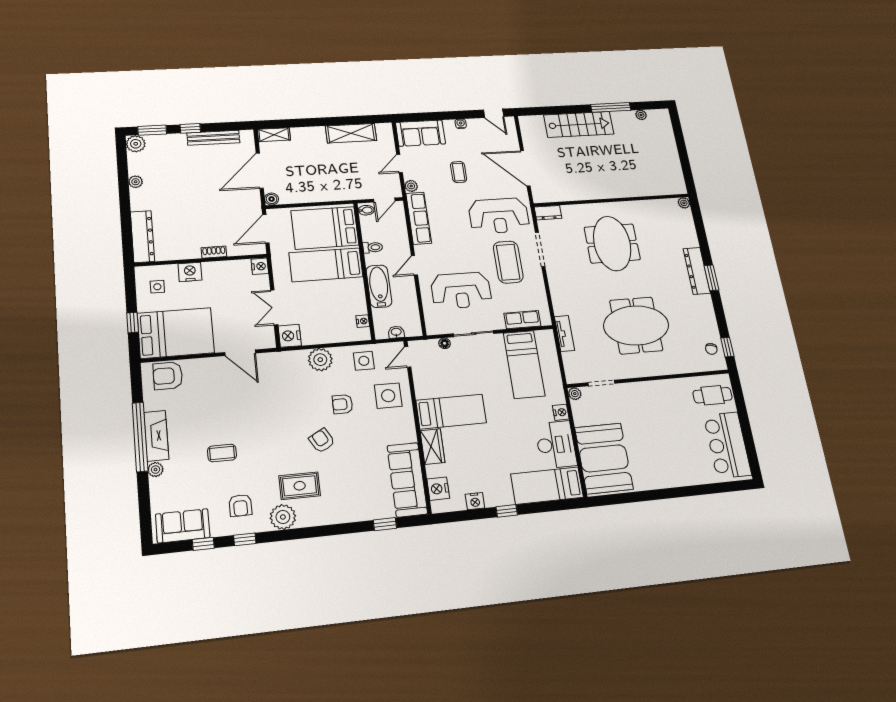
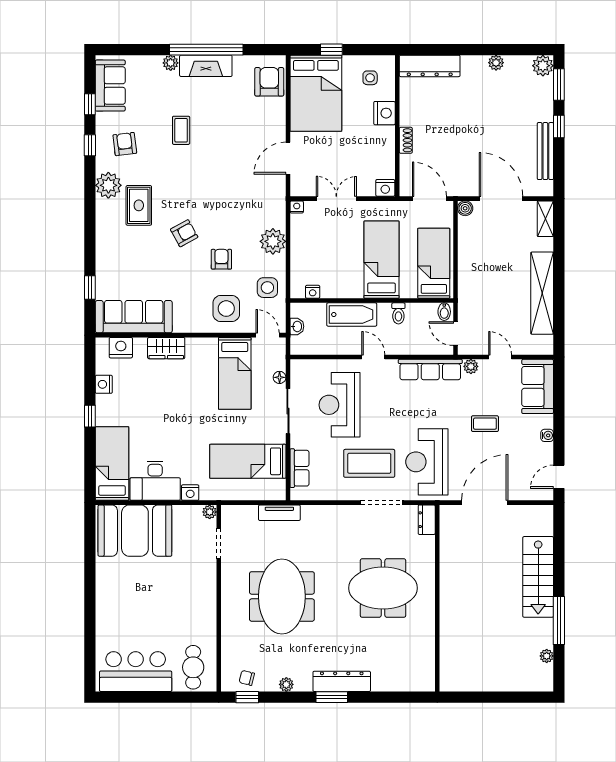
shelving: (351, 133) -> (542, 293), width x1.47
plant: (684, 203) -> (286, 684), moved
bed: (325, 228) -> (434, 263), width x0.67
nightstand: (290, 336) -> (297, 207), width x0.53, depth x0.56
bed: (451, 411) -> (235, 373), moved
armchair: (240, 505) -> (125, 144), turned 83

